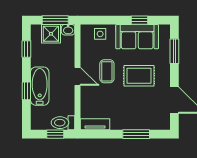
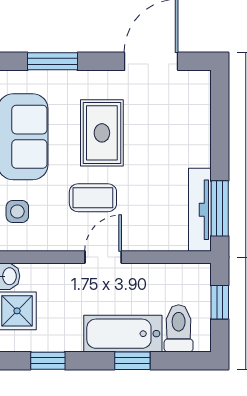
toilet: (63, 123) -> (179, 328), moved, turned 180
tv unit: (95, 124) -> (200, 210), width x1.41
window: (136, 134) -> (220, 208), moved

